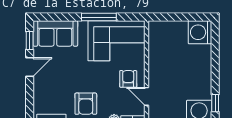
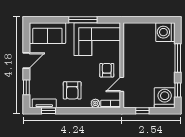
window: (30, 41) -> (26, 87), moved
window: (215, 64) -> (178, 58), added
door: (147, 96) -> (122, 84), hinge flipped

